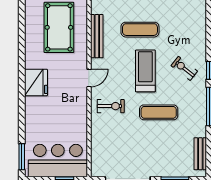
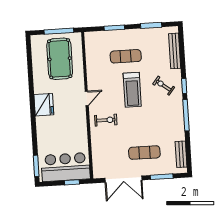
bench: (97, 36) -> (175, 51), moved
treadmill: (145, 71) -> (132, 90), turned 180
exercise mat: (159, 112) -> (144, 153), moved

